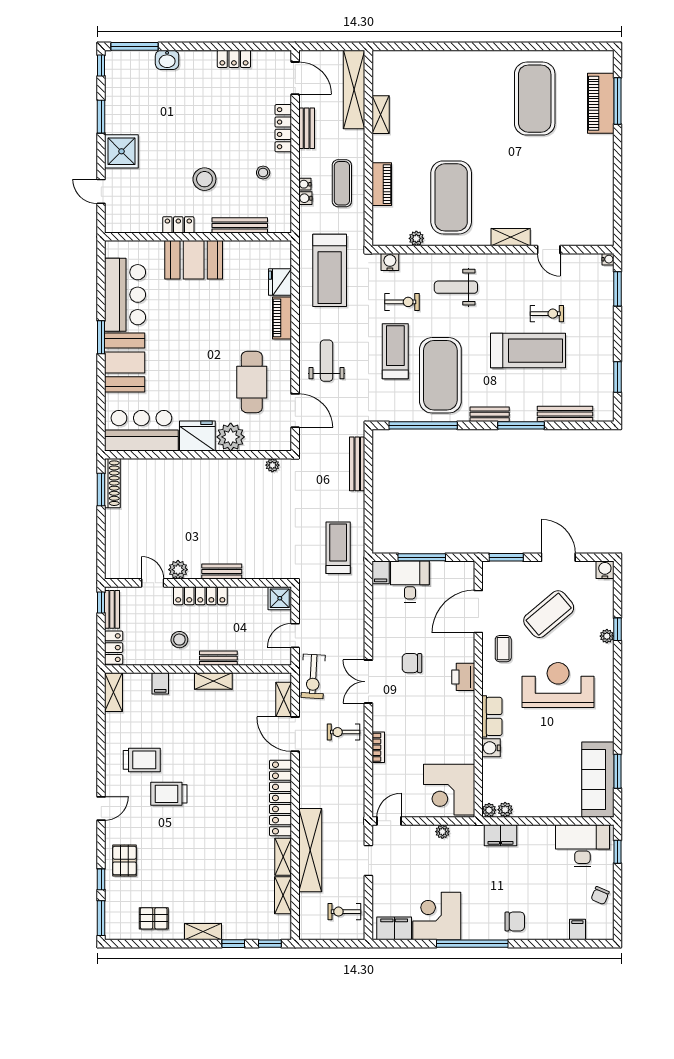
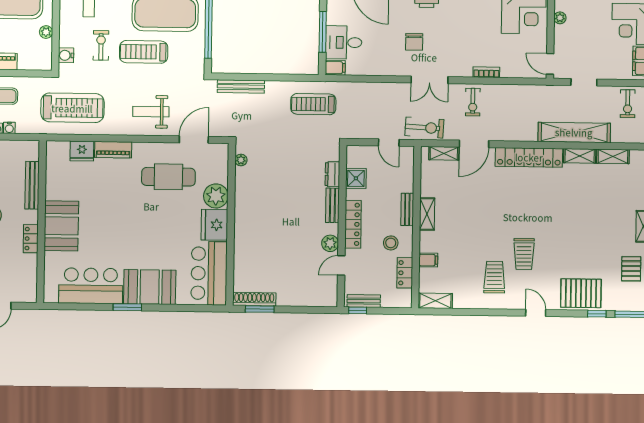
dresser: (258, 571) -> (332, 174), added
shower: (280, 598) -> (356, 178), moved
locker: (114, 648) -> (405, 273), moved, turned -90
pallet: (124, 861) -> (581, 293), width x1.50, depth x1.42

